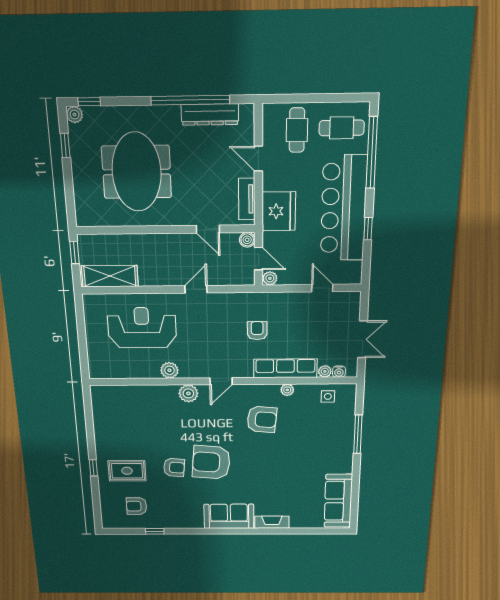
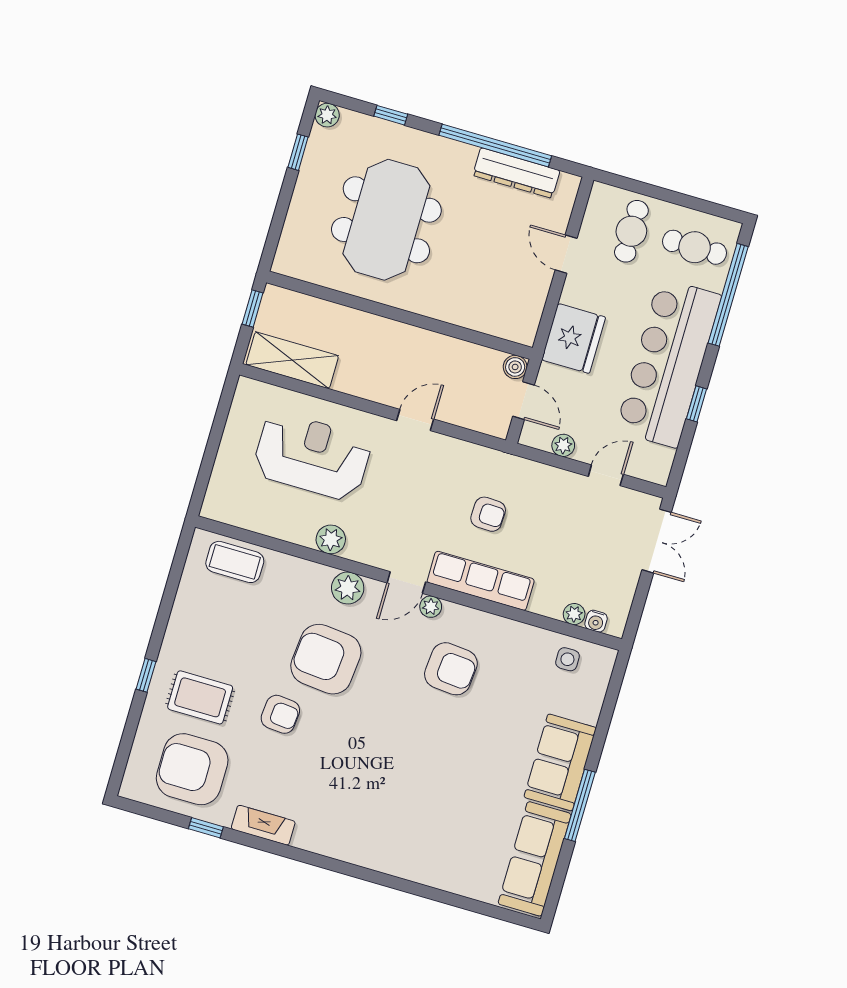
window: (89, 102) -> (391, 115), moved
tv unit: (247, 199) -> (532, 307), removed
door: (208, 229) -> (462, 333), removed
plant: (270, 278) -> (563, 445), moved
door: (322, 288) -> (606, 475), hinge flipped
armchair: (257, 331) -> (488, 514), turned 92
double door: (363, 339) -> (657, 541), moved
row of seats: (285, 368) -> (481, 581), moved
plant: (287, 390) -> (431, 607), moved
coffee table: (119, 397) -> (235, 562), added
window: (358, 434) -> (580, 805), moved
armchair: (211, 462) -> (326, 659), moved
armchair: (136, 506) -> (192, 769), width x1.88, depth x1.88
sofa: (229, 516) -> (560, 762), moved, turned -90
fireplace: (272, 522) -> (263, 825), moved

